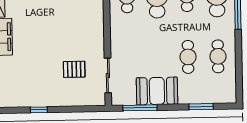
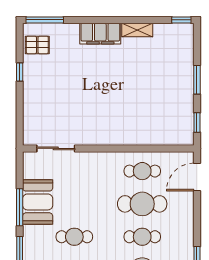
pallet: (74, 69) -> (37, 45), moved, turned 90
window: (140, 108) -> (20, 207), moved

